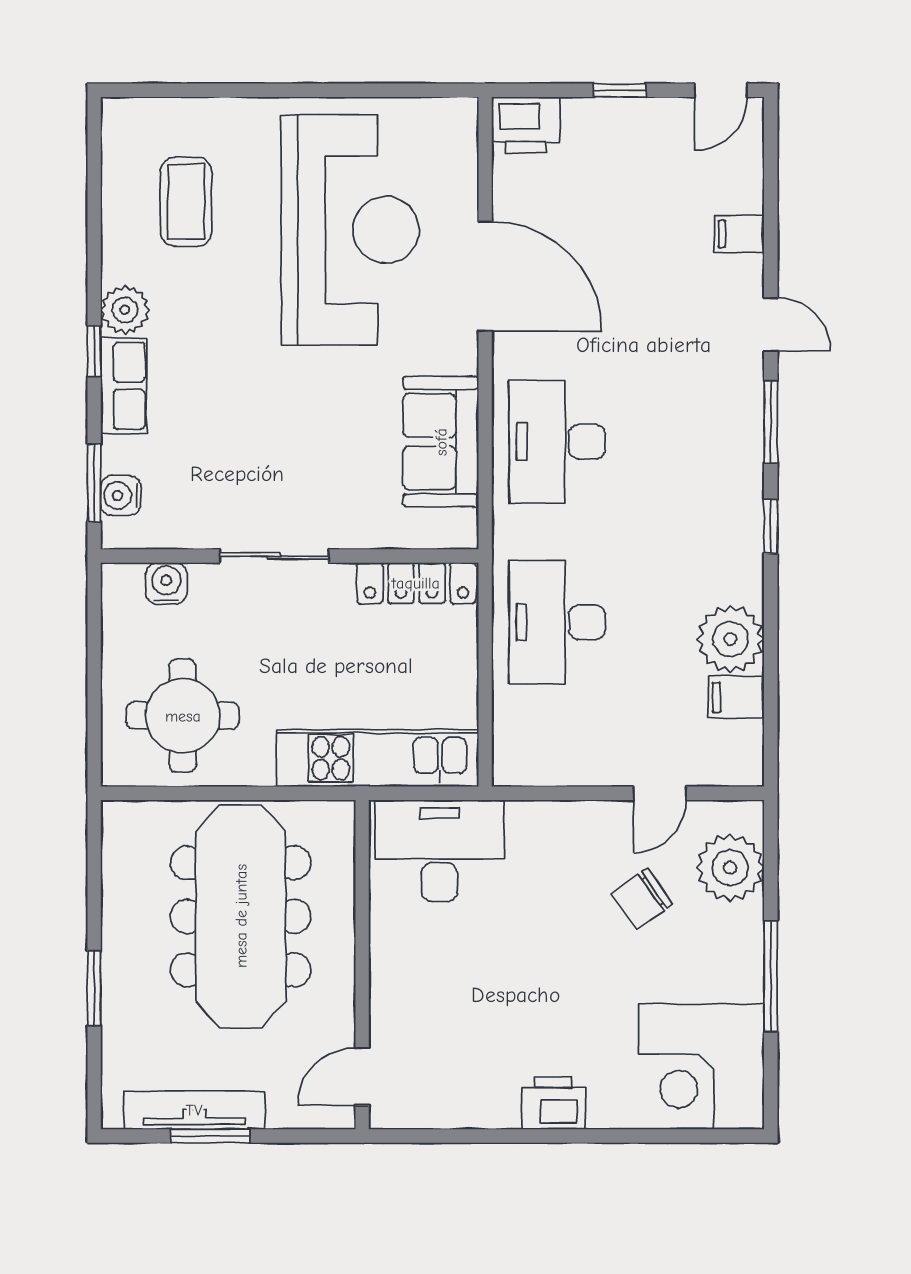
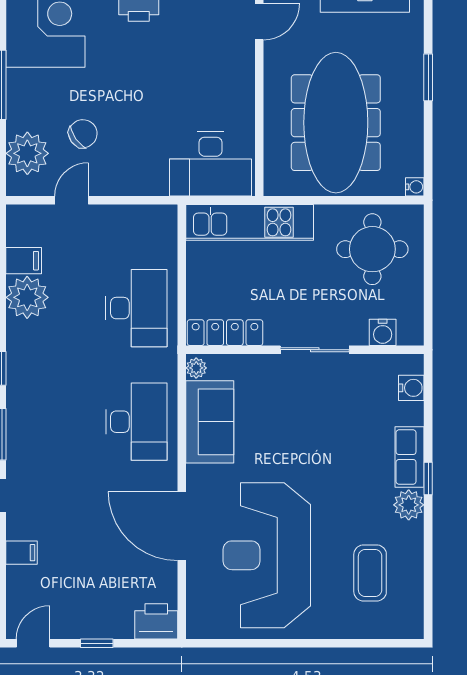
window: (94, 483) -> (428, 396), removed
plant: (462, 527) -> (196, 368), added
water cooler: (115, 814) -> (415, 187), added

